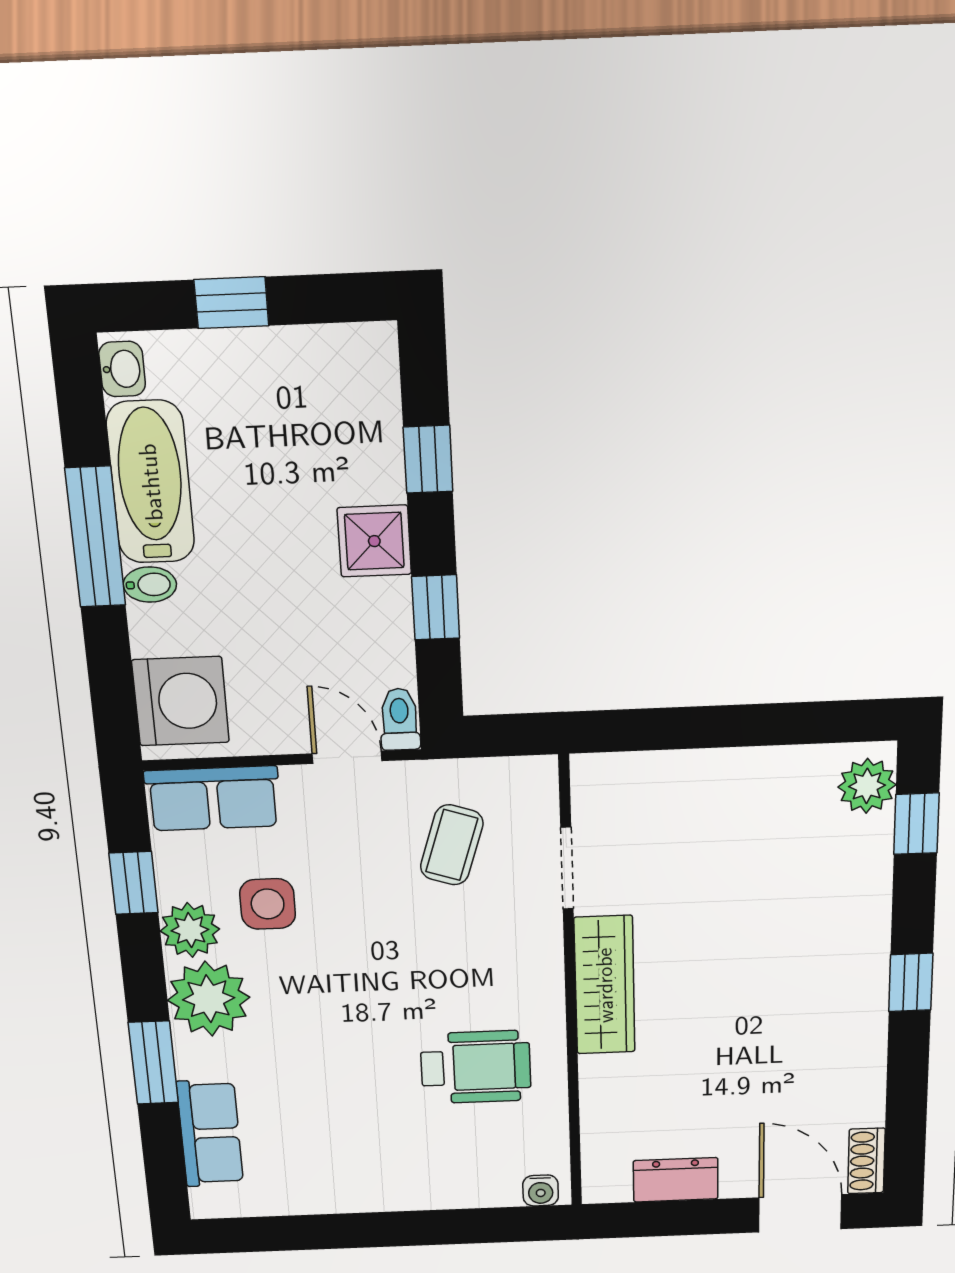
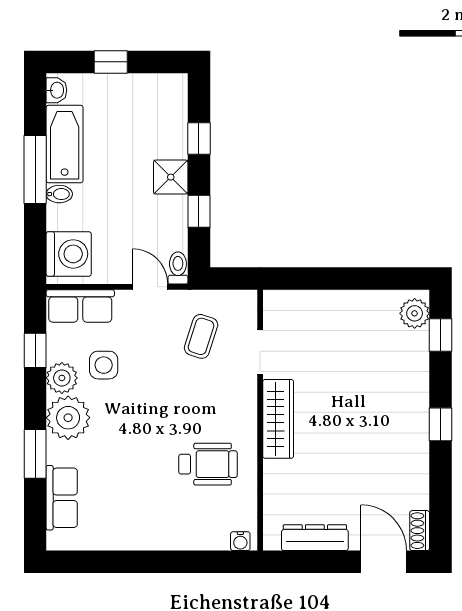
dresser: (676, 1180) -> (315, 538), width x1.44

